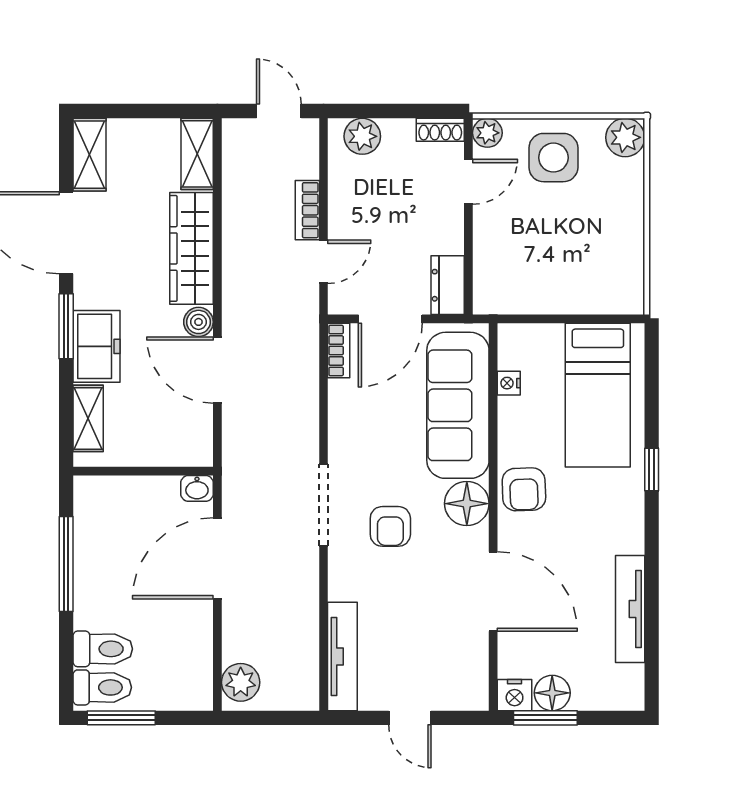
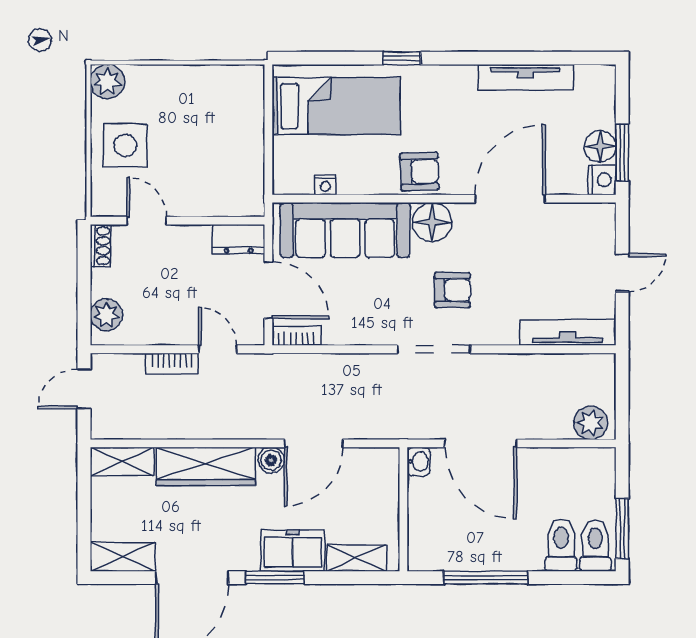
plant: (487, 133) -> (103, 204), removed

